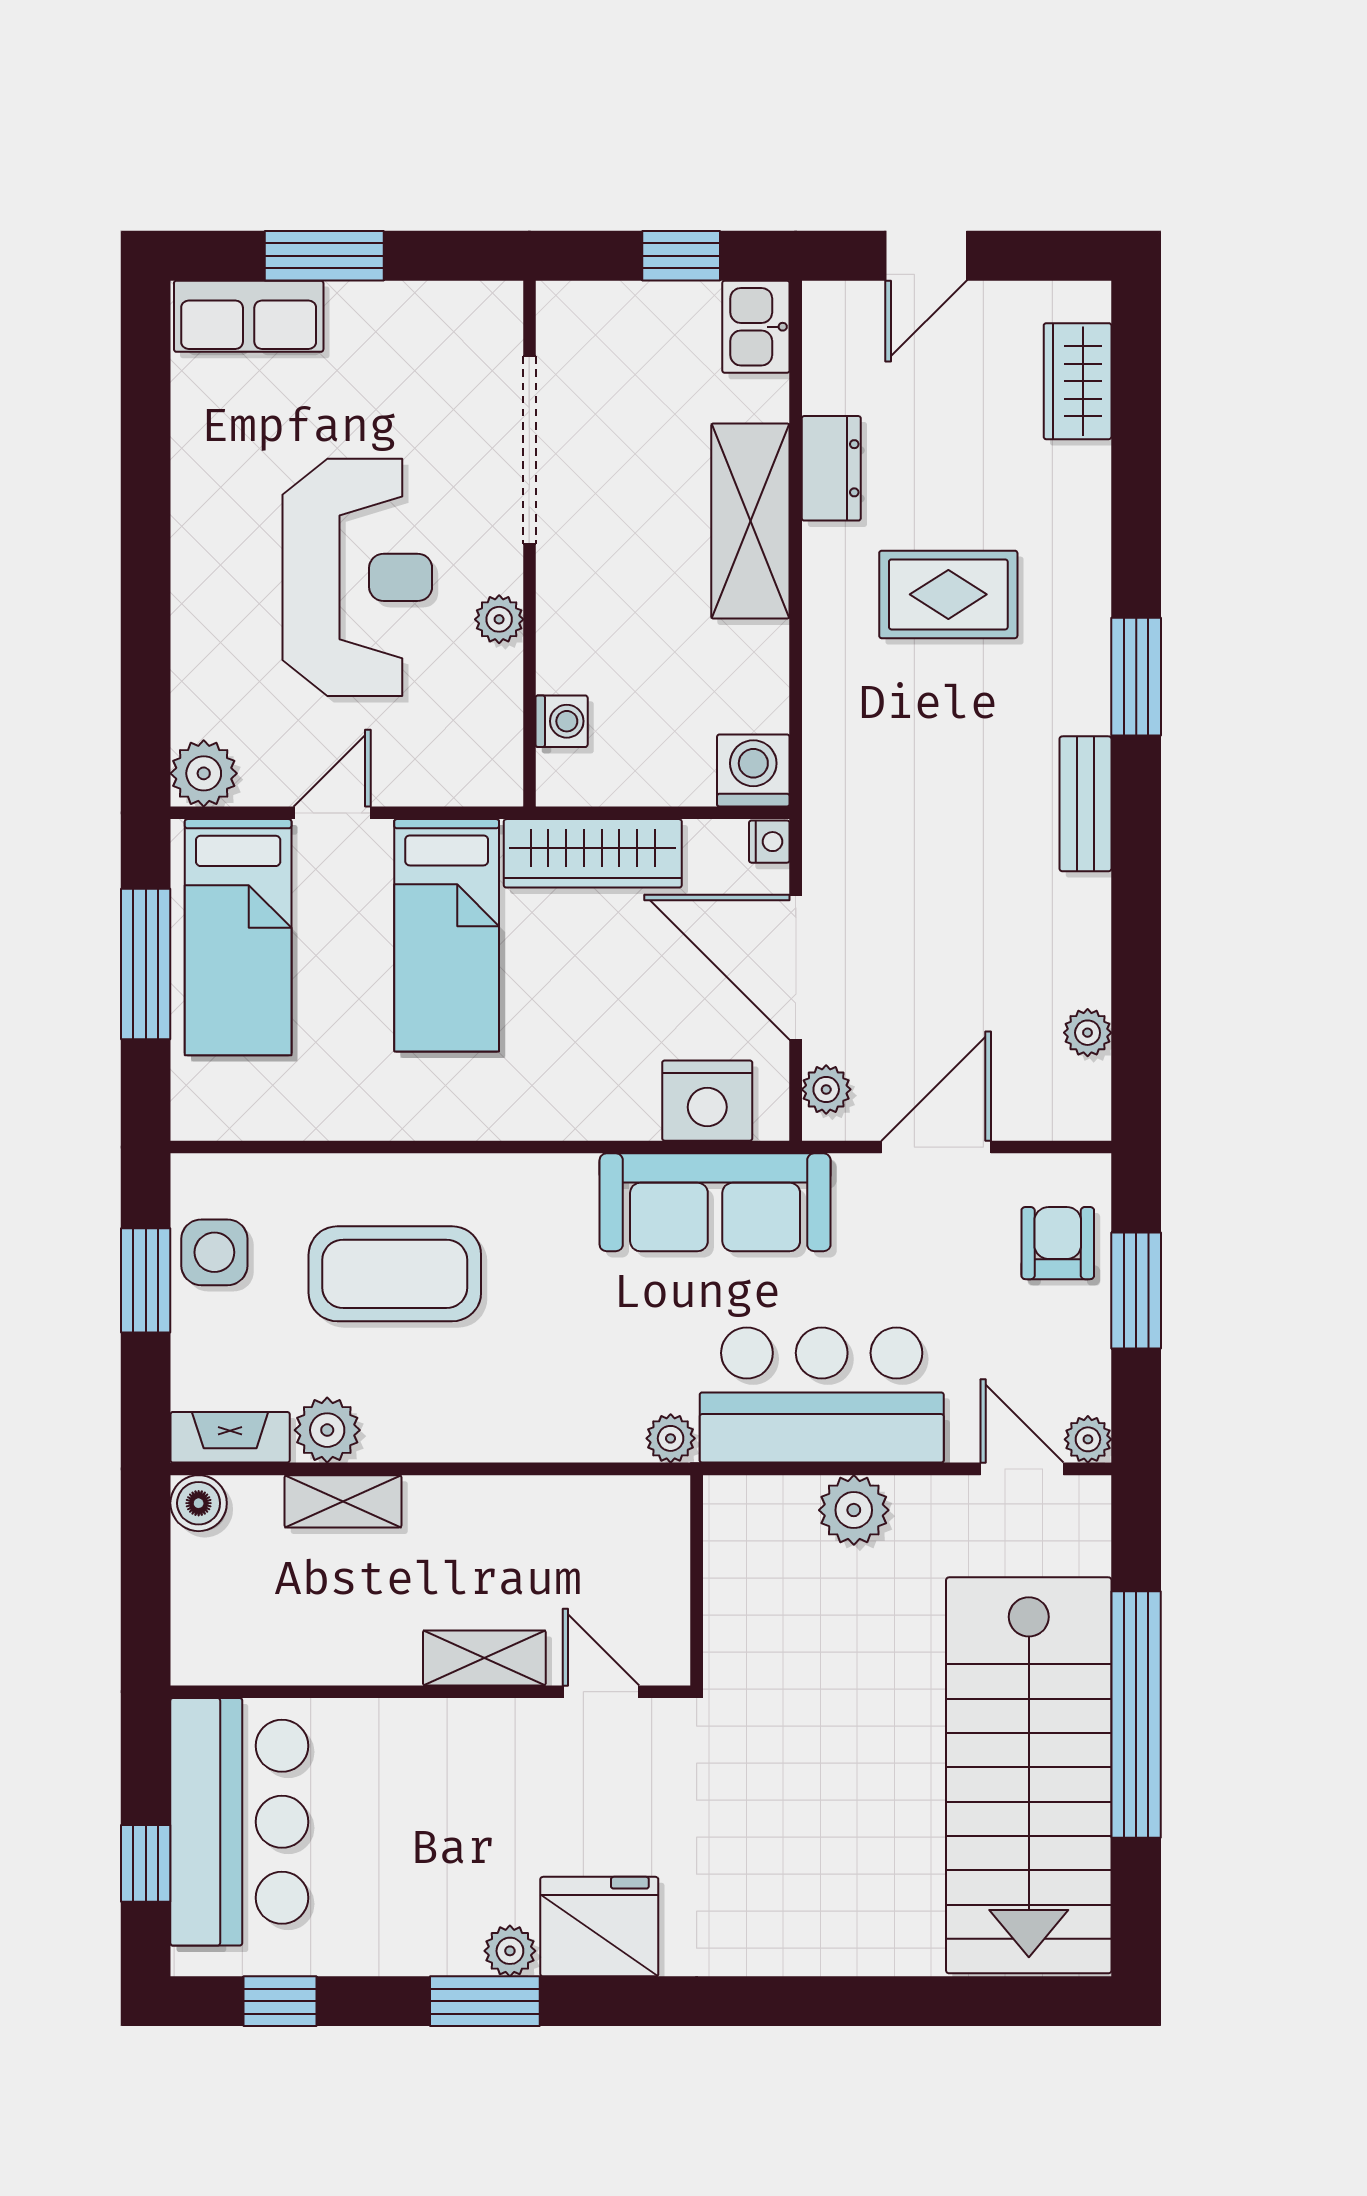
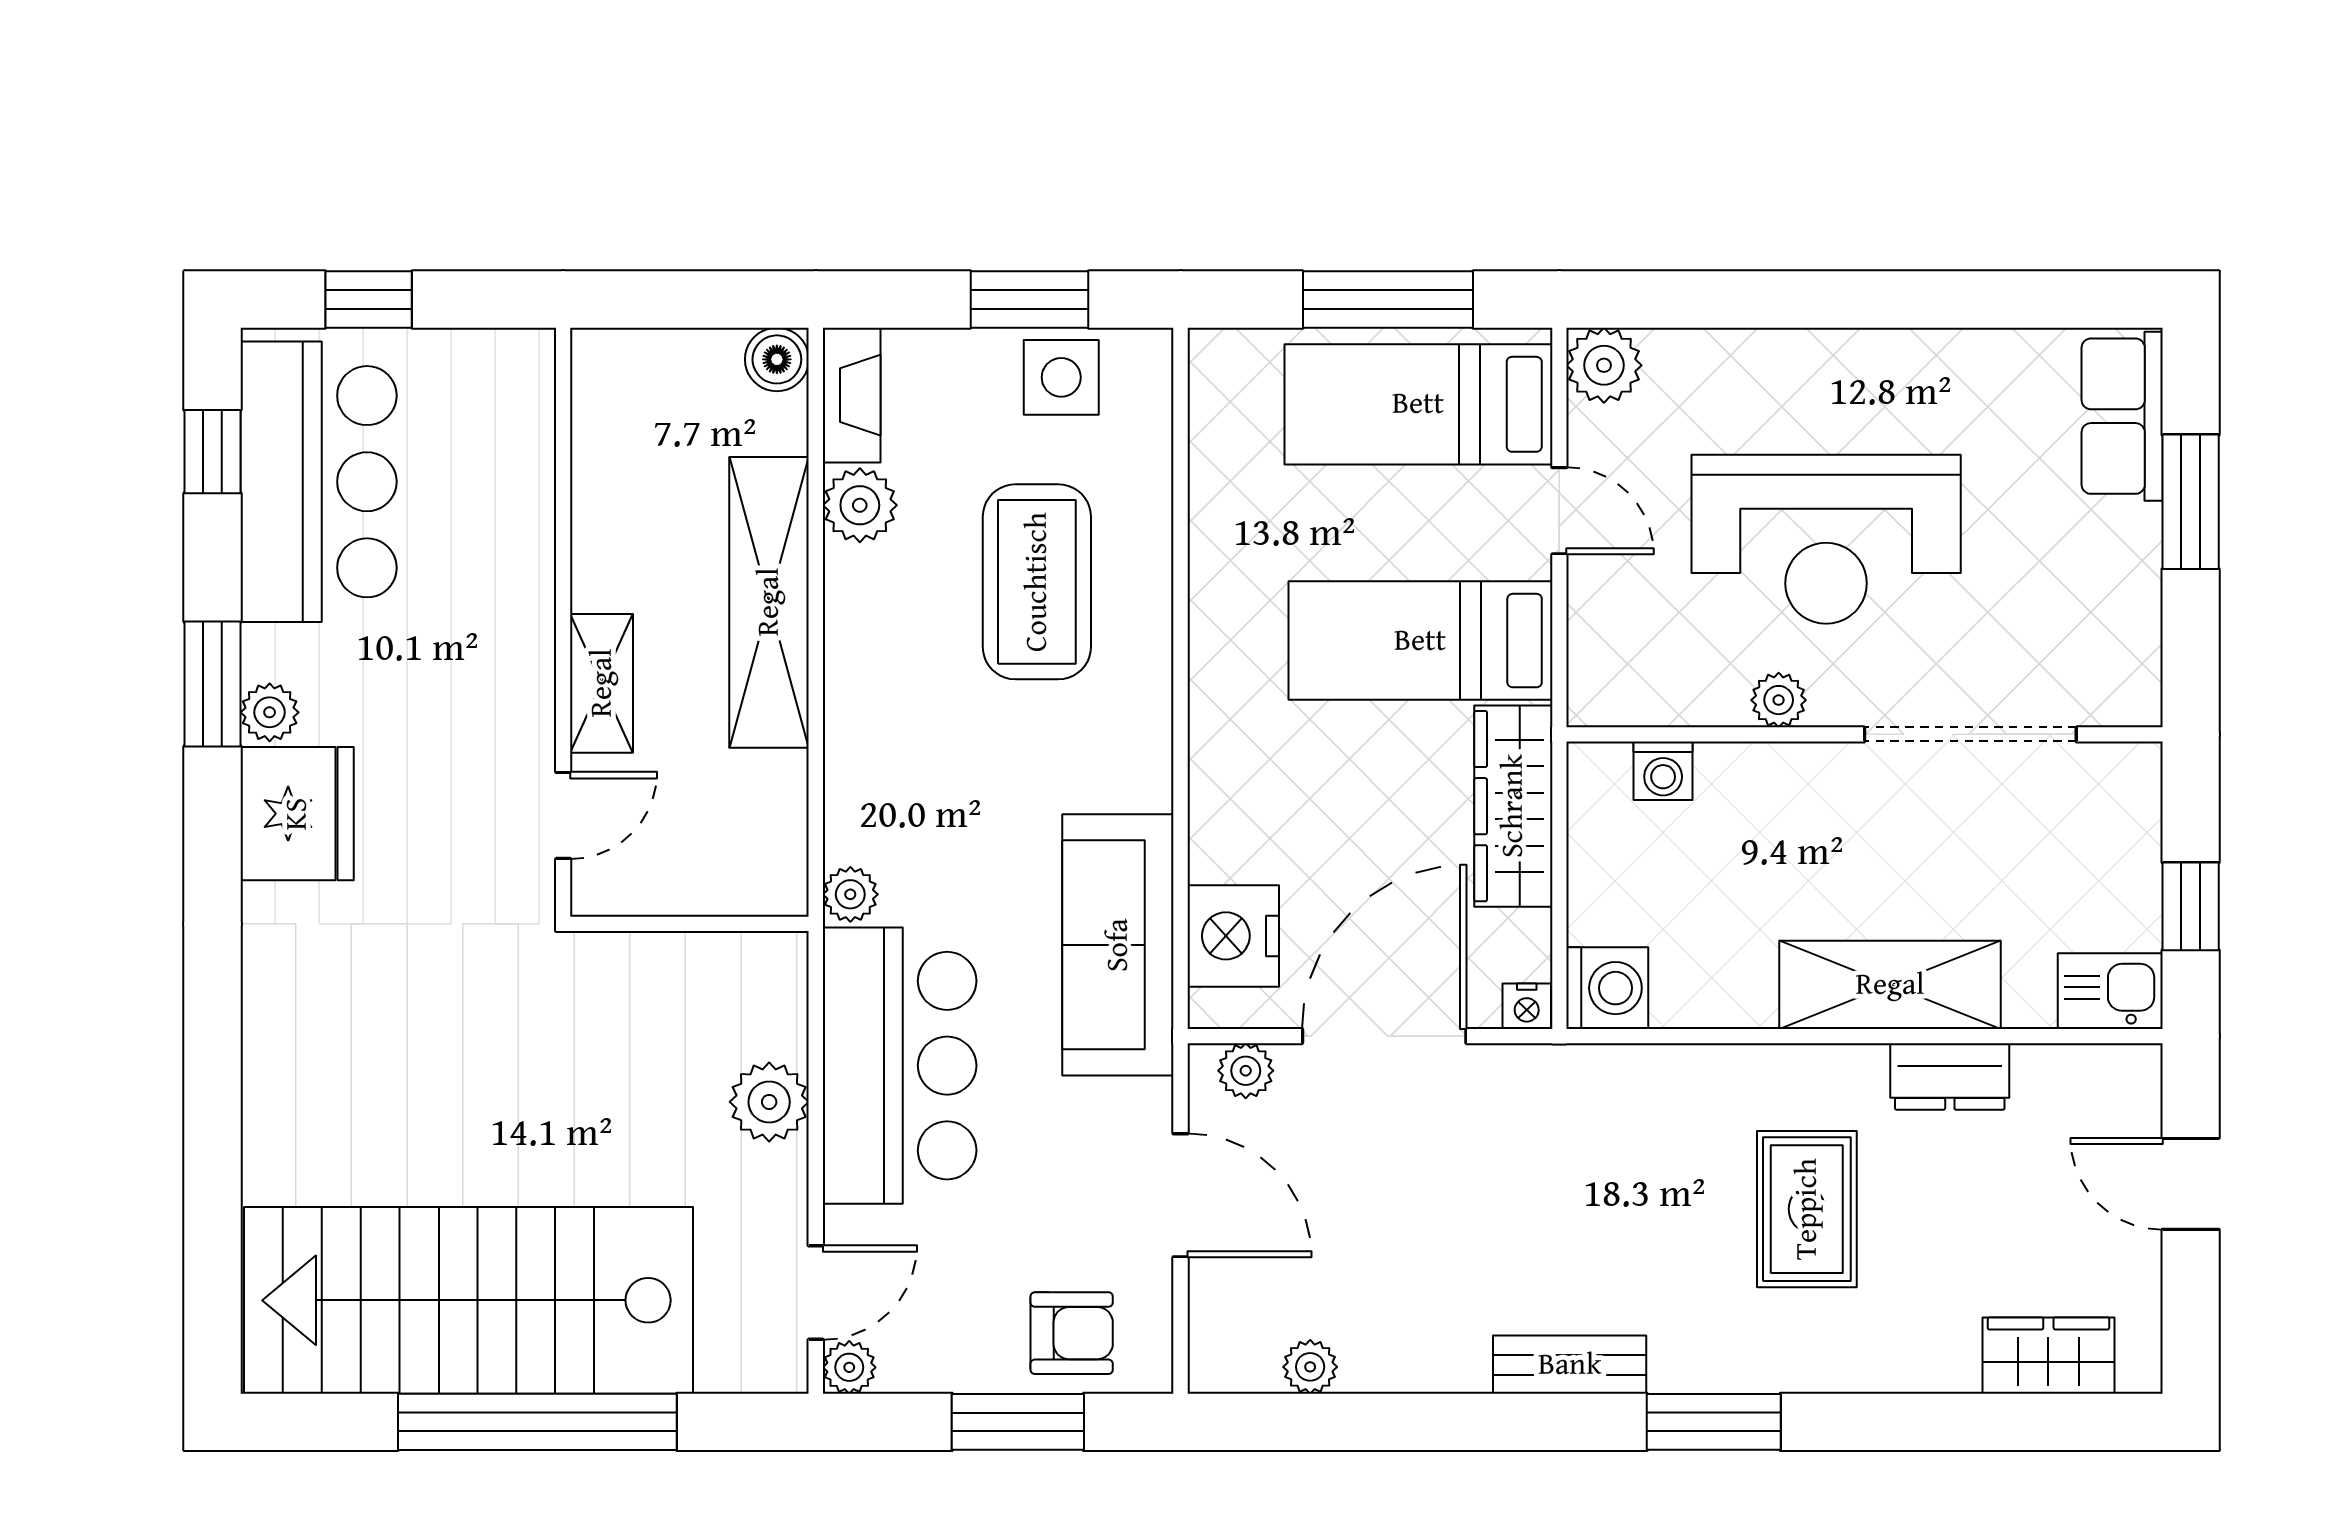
shelving: (343, 1501) -> (769, 602), width x2.20, depth x1.33
bar counter: (239, 1822) -> (319, 482), moved, turned -90

